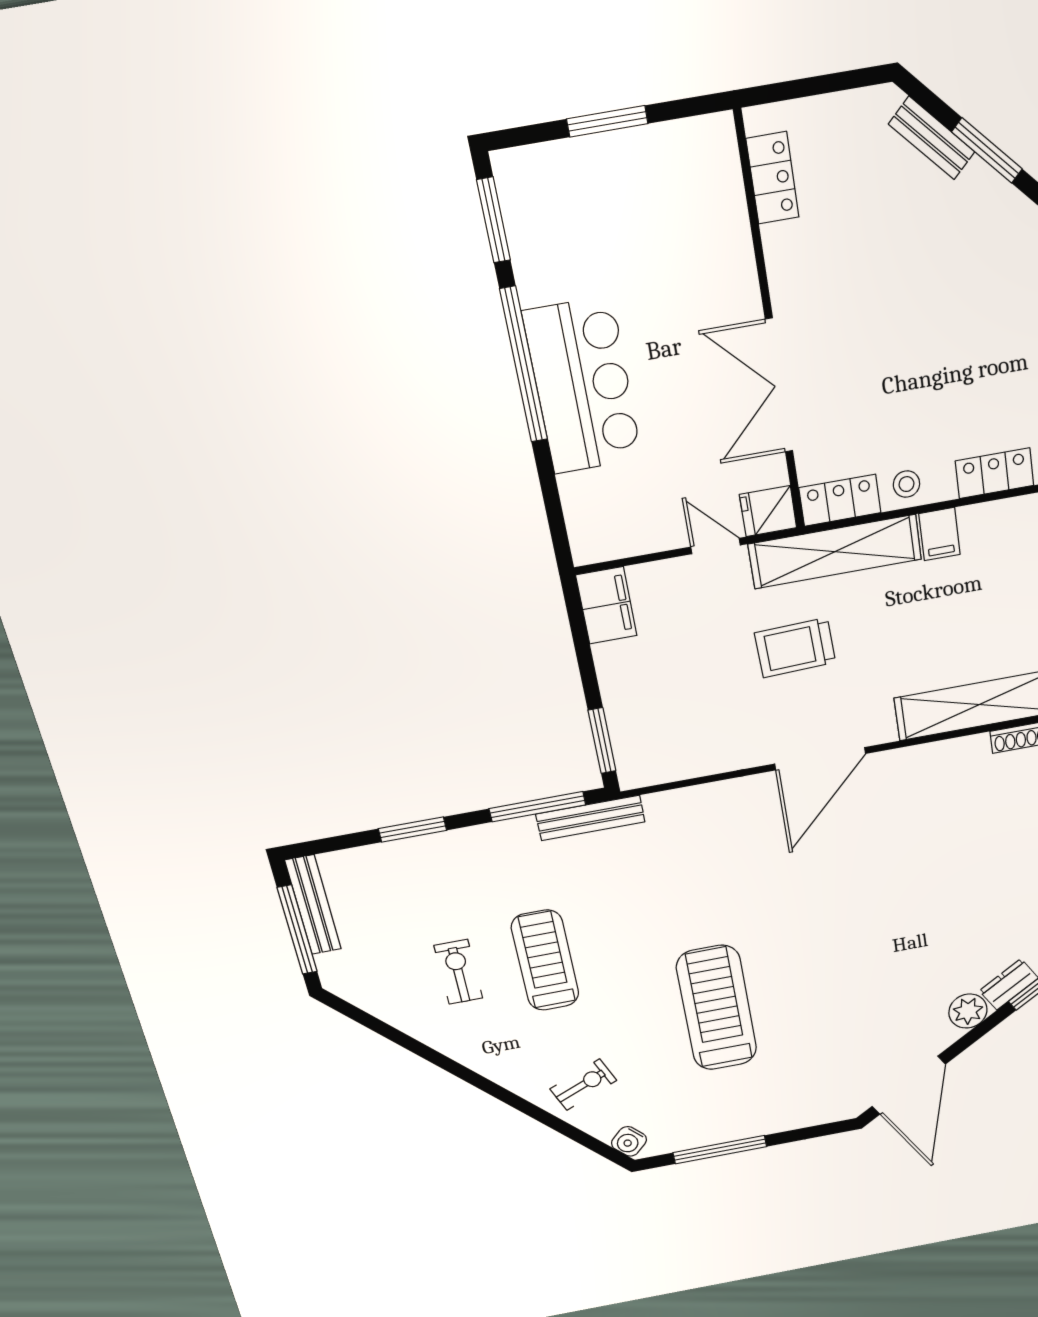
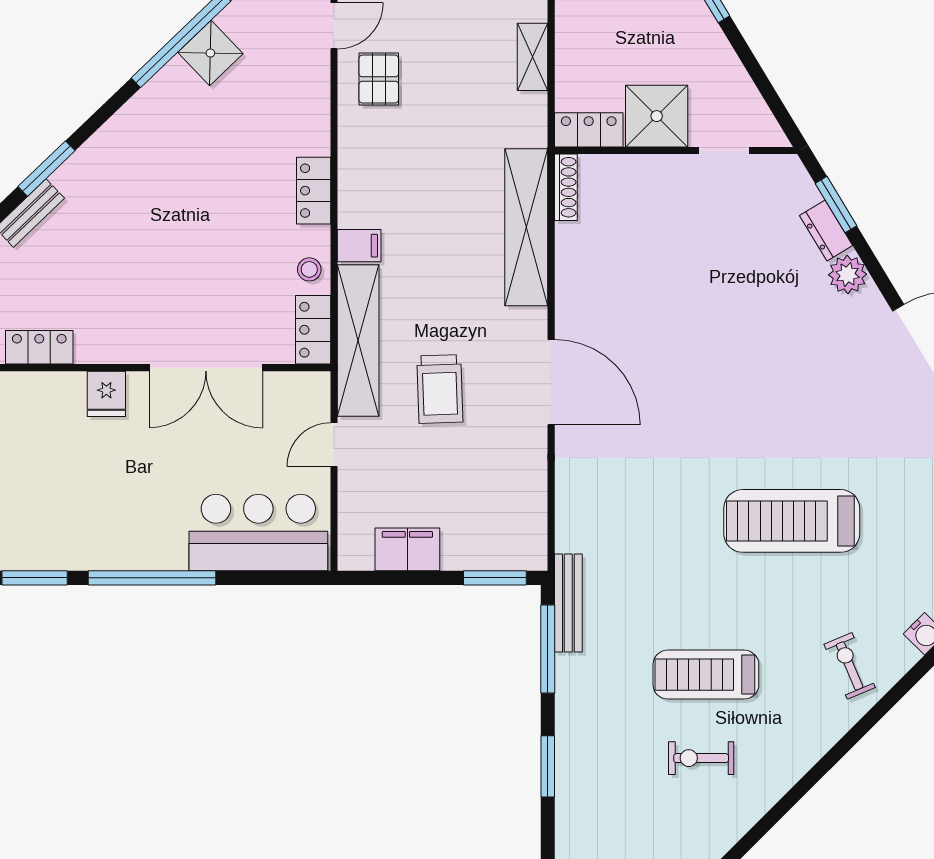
bar counter: (583, 386) -> (258, 533), moved
fridge: (768, 511) -> (106, 394), moved
filing cabinet: (606, 605) -> (407, 549), moved

